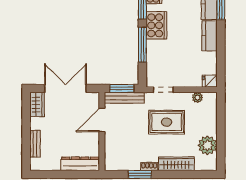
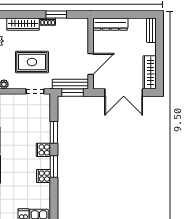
cooker: (156, 25) -> (43, 150), width x0.53, depth x0.76
window: (142, 45) -> (54, 132), width x0.69
wardrobe: (37, 105) -> (150, 72), width x1.50
bench: (35, 144) -> (151, 30), moved

